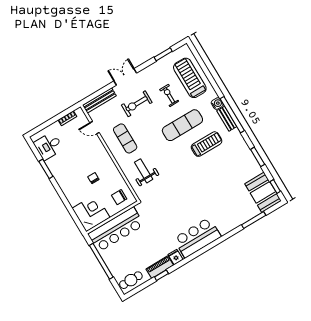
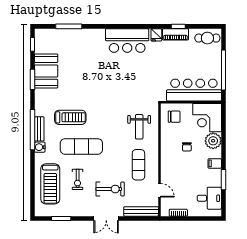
treadmill: (207, 144) -> (70, 117), turned 180
filing cabinet: (61, 178) -> (215, 163), added
booth: (263, 192) -> (46, 71), moved
plant: (74, 196) -> (213, 141), added

